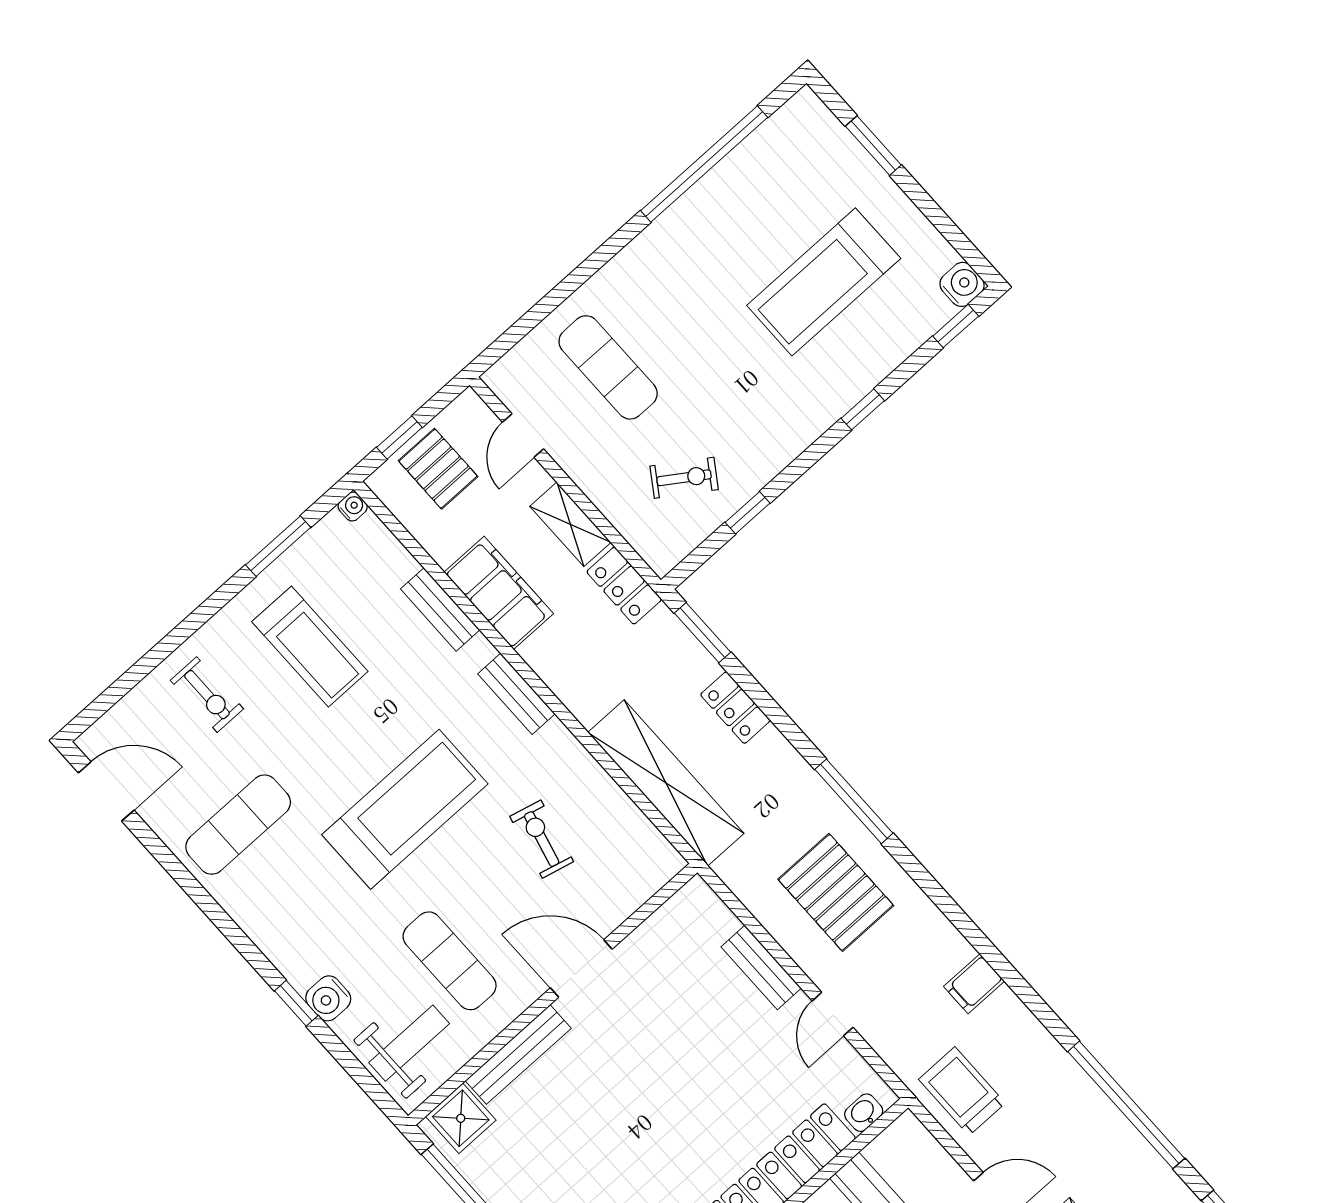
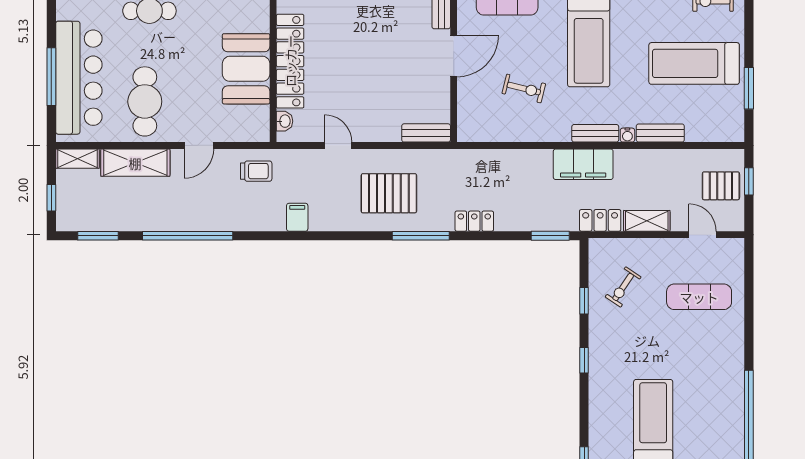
window: (863, 409) -> (584, 360), moved
water cooler: (353, 507) -> (627, 135), moved
filing cabinet: (499, 593) -> (583, 164), moved
treadmill: (310, 647) -> (694, 63), width x1.37, depth x1.38
locker: (735, 708) -> (474, 221), moved
shelving: (666, 783) -> (500, 163), removed
bench: (761, 967) -> (426, 133), moved
trolley: (962, 1091) -> (256, 171), width x0.73, depth x0.72

